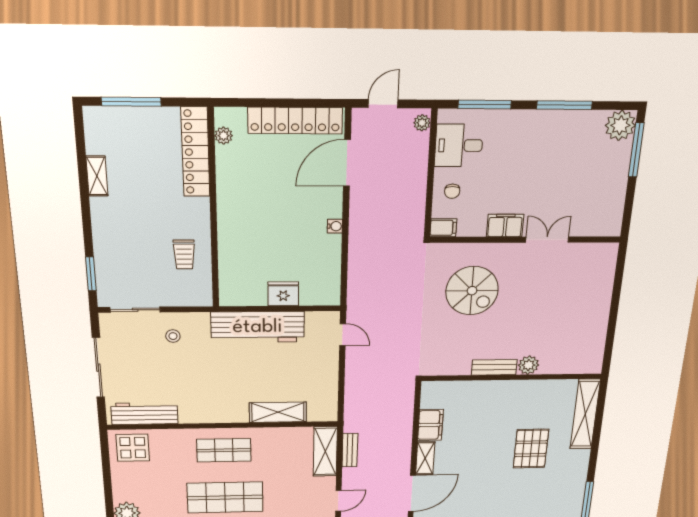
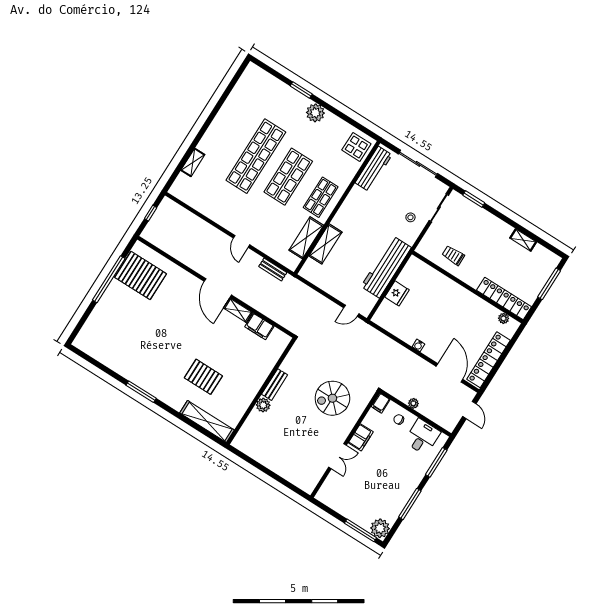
plant: (422, 123) -> (413, 403), moved
shelving: (325, 451) -> (306, 238), moved, turned 90

